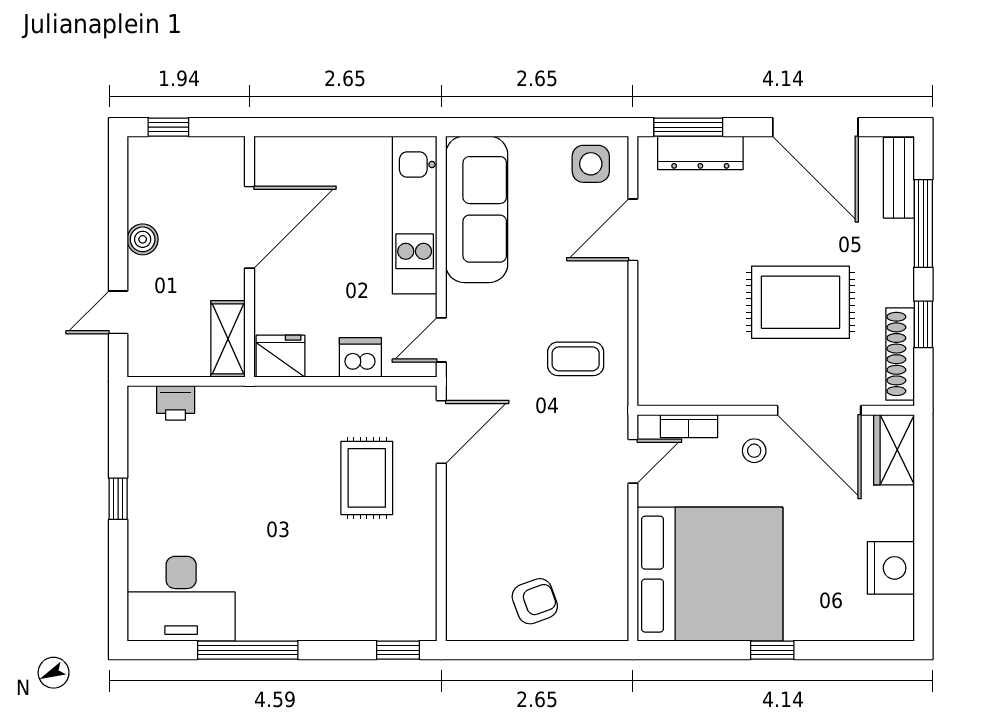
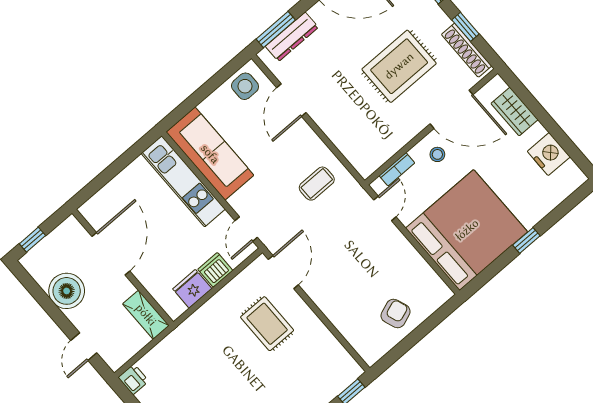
boiler: (143, 239) -> (67, 291), width x1.86, depth x1.86
fridge: (280, 356) -> (192, 289), moved
printer: (176, 403) -> (133, 379), moved, turned -90
wardrobe: (894, 450) -> (515, 112), moved

